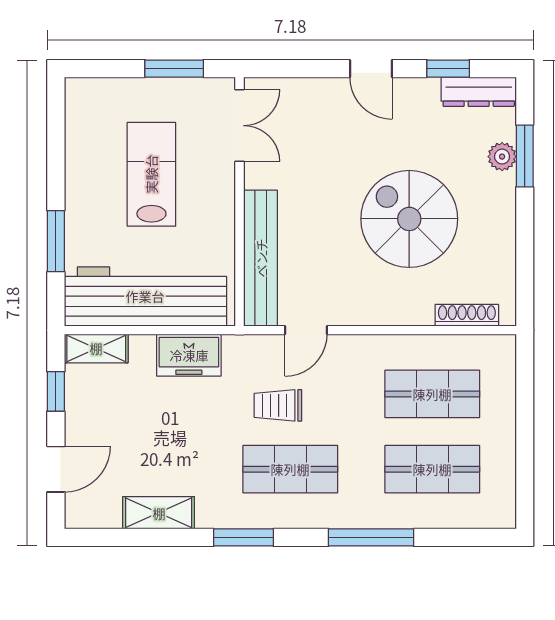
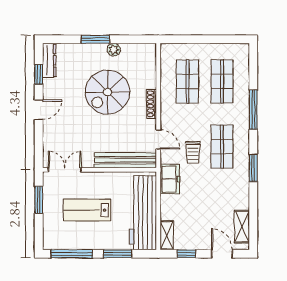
window: (56, 141) -> (72, 254), added
window: (525, 156) -> (95, 39), moved
plant: (502, 157) -> (114, 50), moved
shoe rack: (467, 315) -> (152, 104), moved
freezer: (189, 355) -> (170, 179), moved
shelving: (159, 513) -> (242, 227), moved

